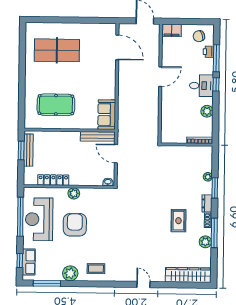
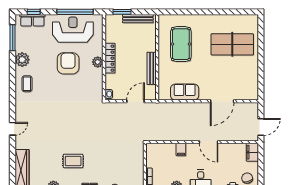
door: (117, 47) -> (222, 101), moved
table tennis table: (57, 50) -> (232, 44), turned 90
filing cabinet: (168, 106) -> (181, 150), added
sofa: (107, 115) -> (185, 92), moved
bench: (98, 136) -> (152, 68), moved
window: (21, 150) -> (122, 12), moved
locker: (53, 180) -> (110, 58), moved
armchair: (75, 225) -> (68, 63), turned -90

